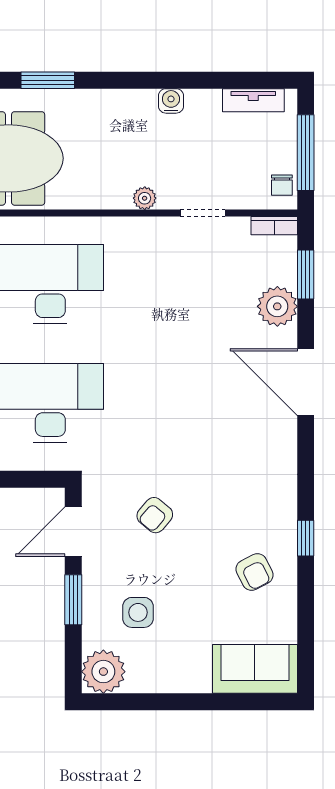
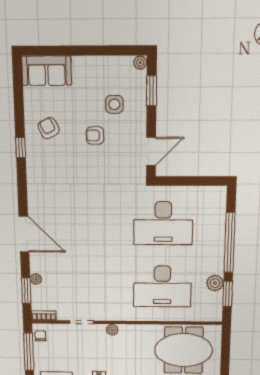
plant: (277, 306) -> (36, 279), width x0.53, depth x0.53
armchair: (155, 515) -> (95, 135), moved, turned -130
window: (73, 600) -> (152, 91), moved
plant: (103, 672) -> (140, 63), width x0.53, depth x0.53

